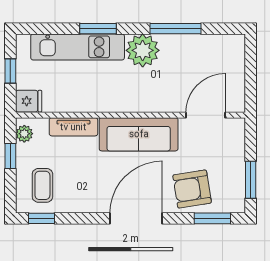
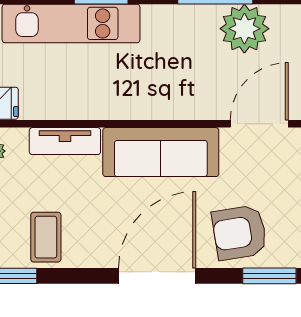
plant: (143, 50) -> (244, 29), moved
coffee table: (42, 185) -> (46, 237), moved

